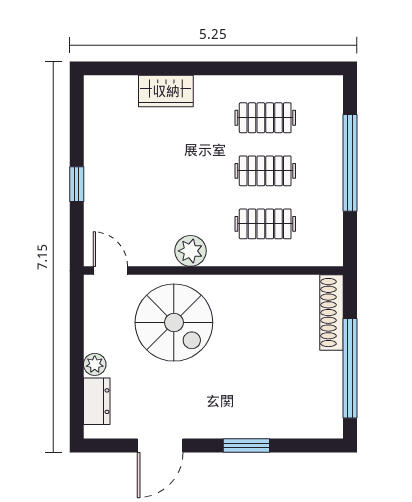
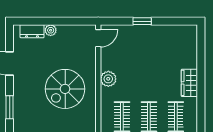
wardrobe: (166, 91) -> (189, 83), moved
spiral stairs: (174, 323) -> (65, 89), moved

